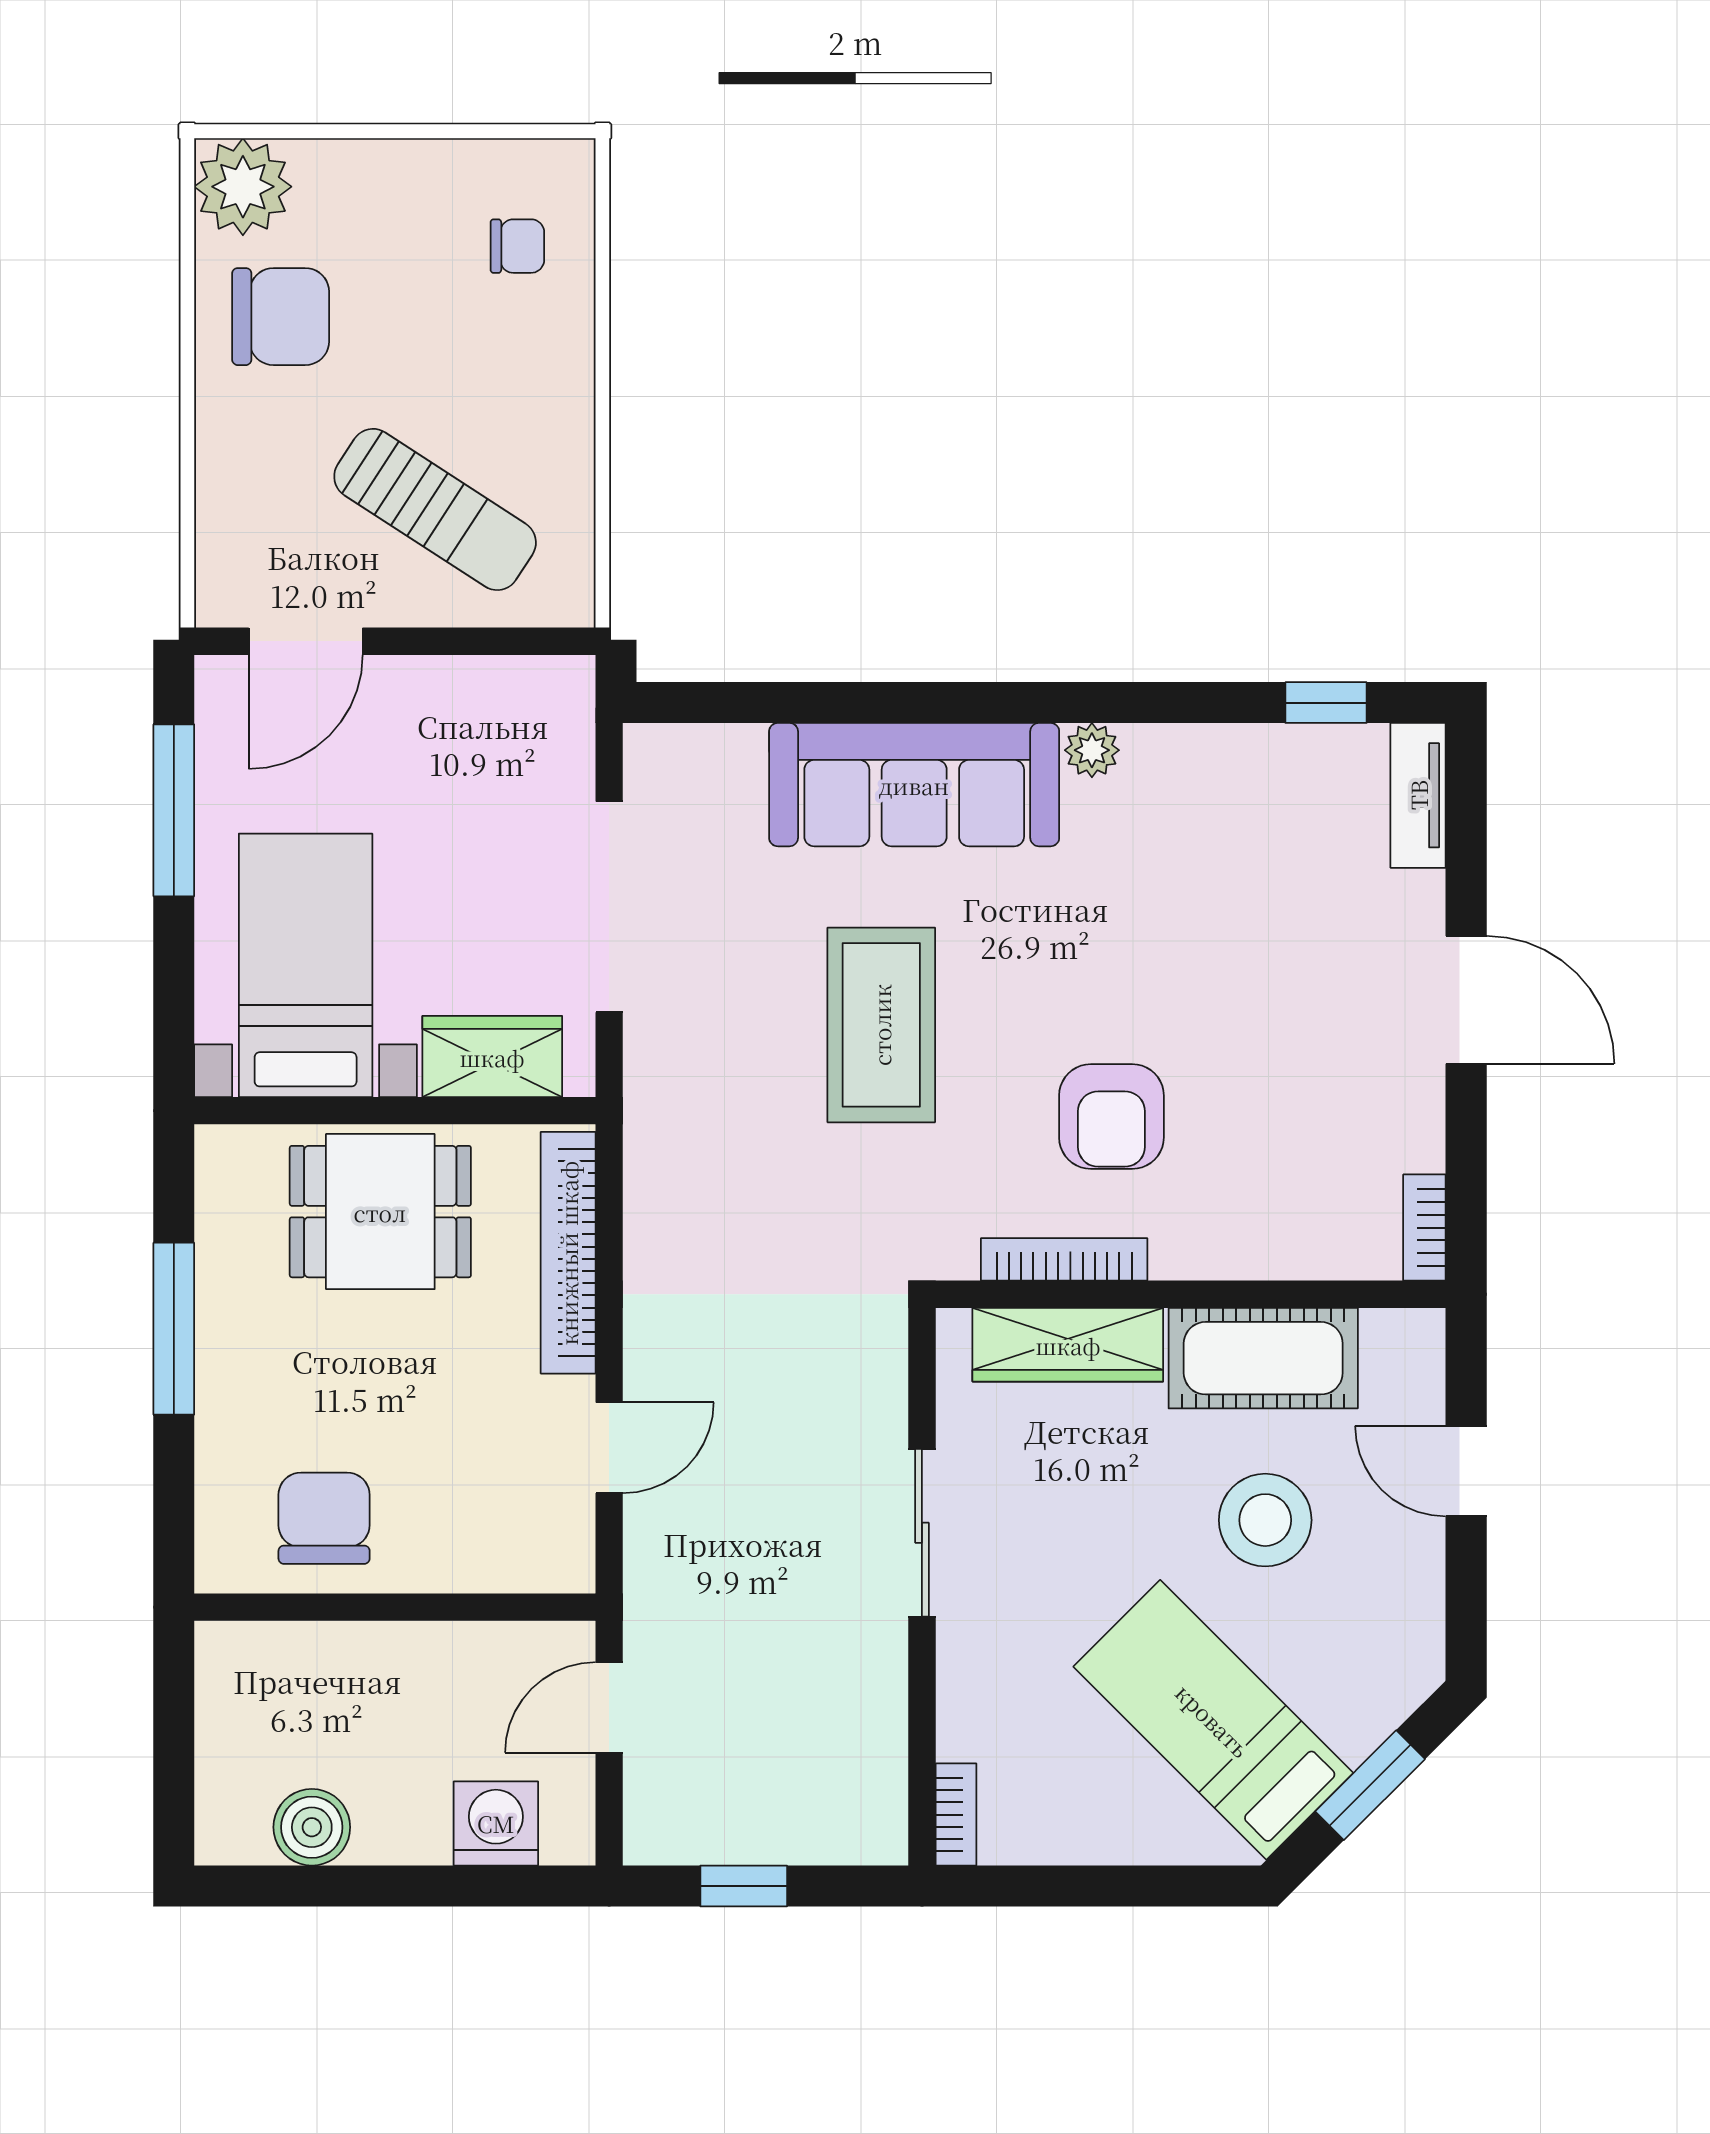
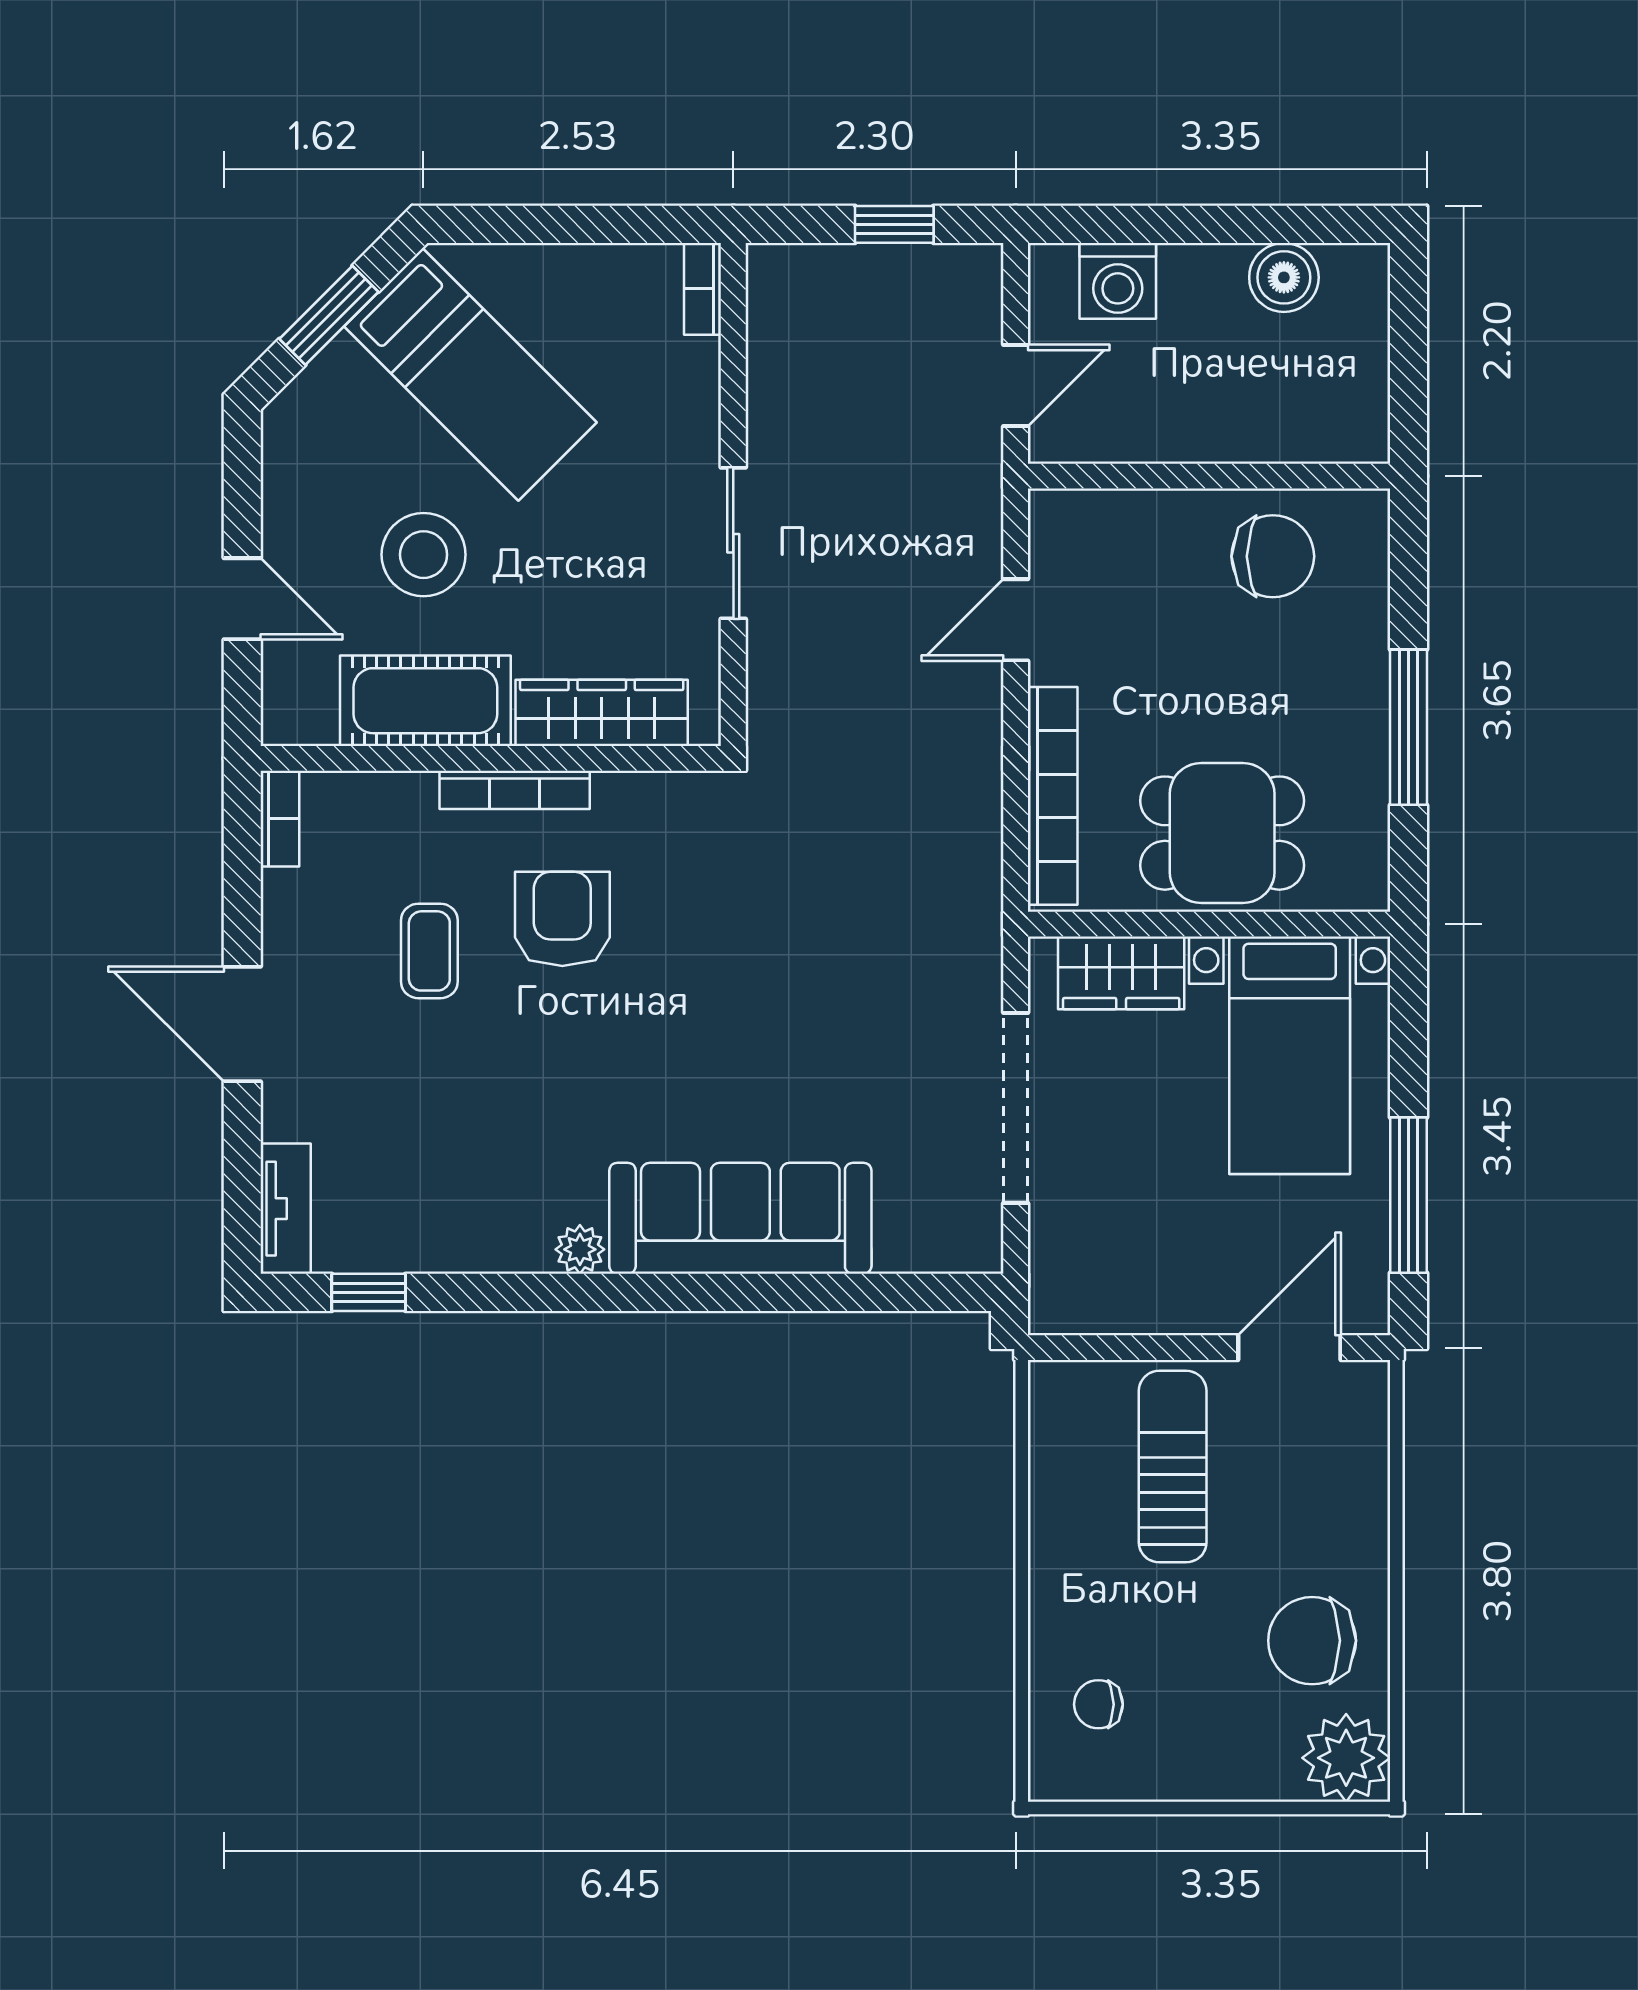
sun lounger: (435, 509) -> (1173, 1467), turned 57
coffee table: (881, 1025) -> (429, 951), moved, width x0.54, depth x0.58
bookcase: (1064, 1259) -> (515, 790), moved
chair: (324, 1518) -> (1273, 556), turned -90

